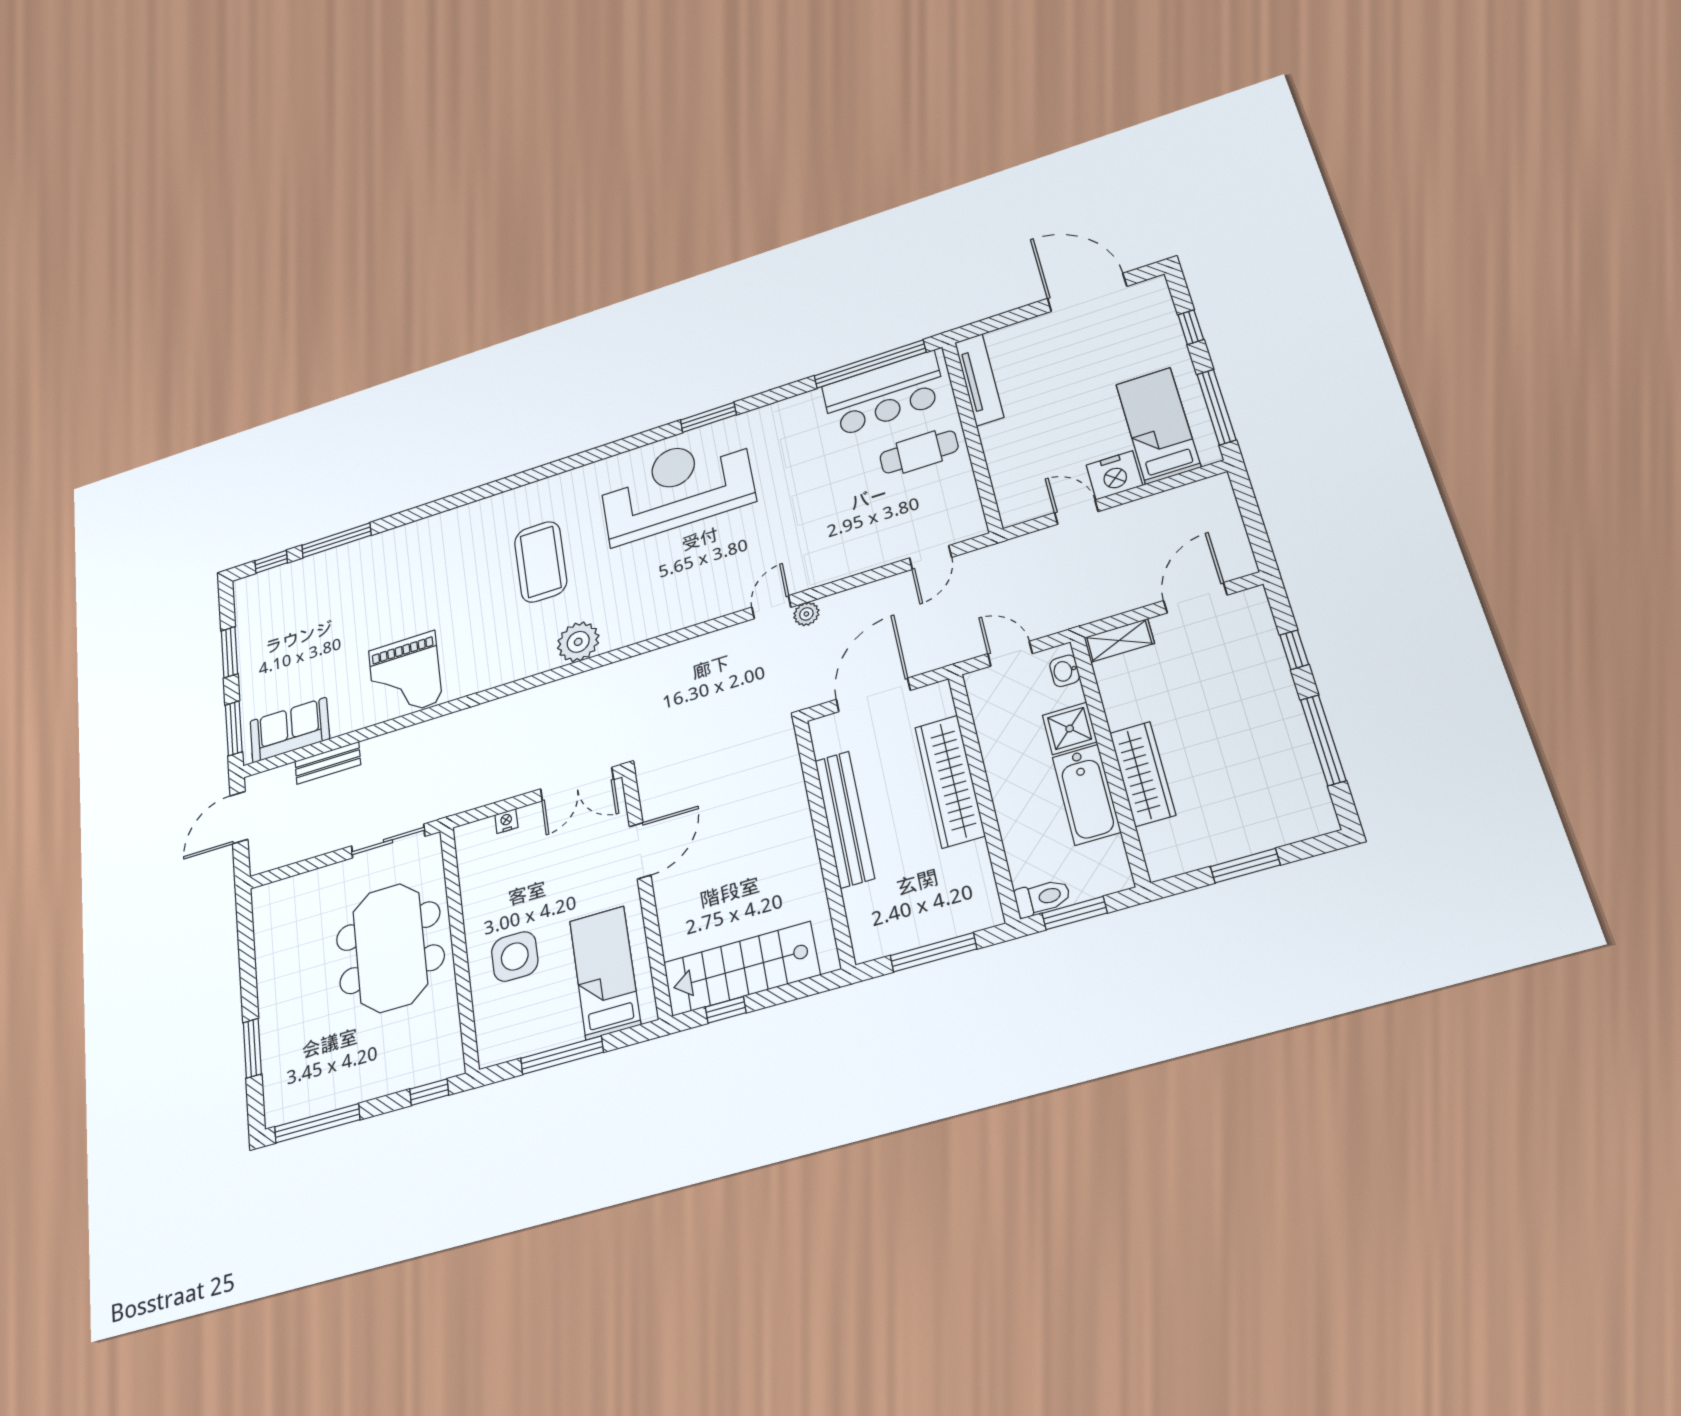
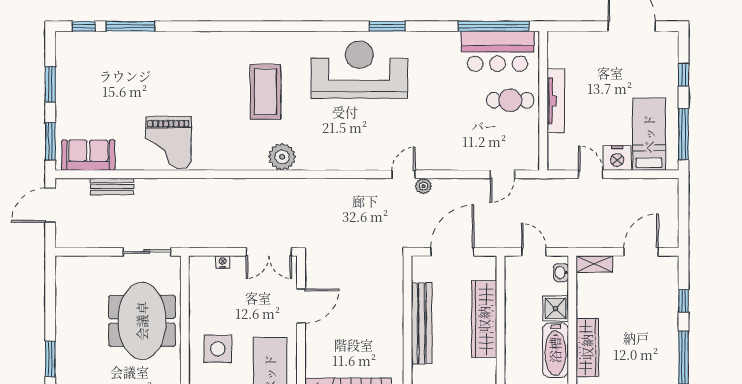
tv unit: (979, 380) -> (556, 101), moved

